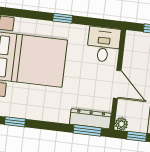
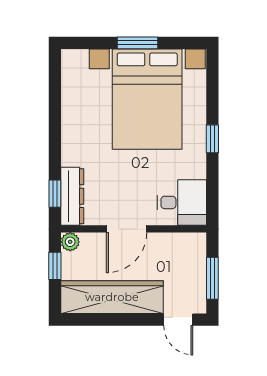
window: (15, 122) -> (55, 88), removed
window: (87, 130) -> (55, 194), width x0.67

